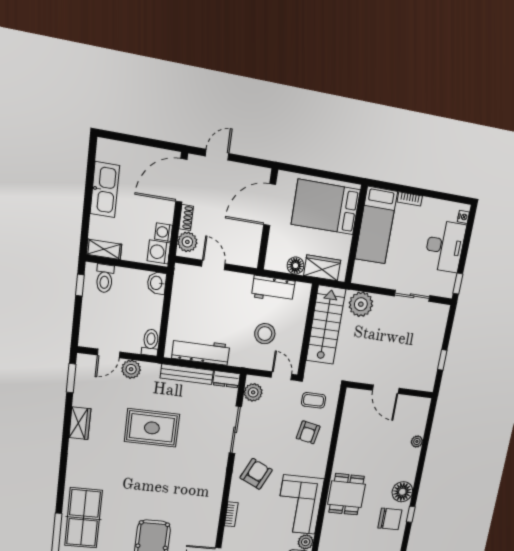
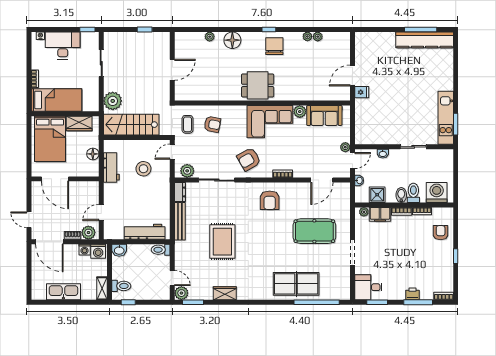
wardrobe: (322, 268) -> (79, 123), moved, turned -90
workbench: (201, 351) -> (145, 232), moved, turned 90
plant: (131, 369) -> (181, 293), moved
armchair: (256, 474) -> (249, 159), turned -55
floor lamp: (402, 492) -> (232, 40), moved
armchair: (199, 495) -> (270, 200), added

